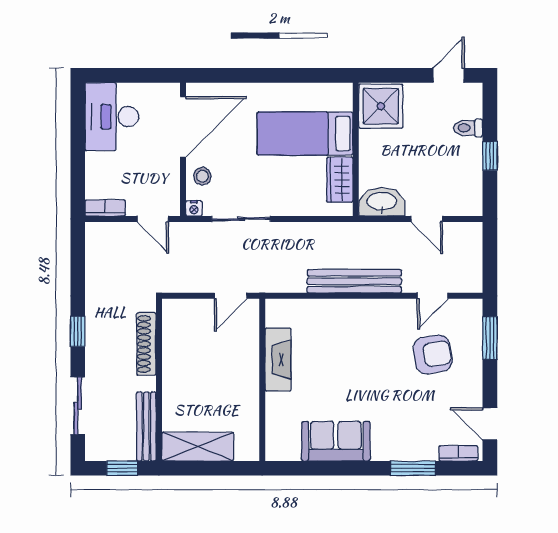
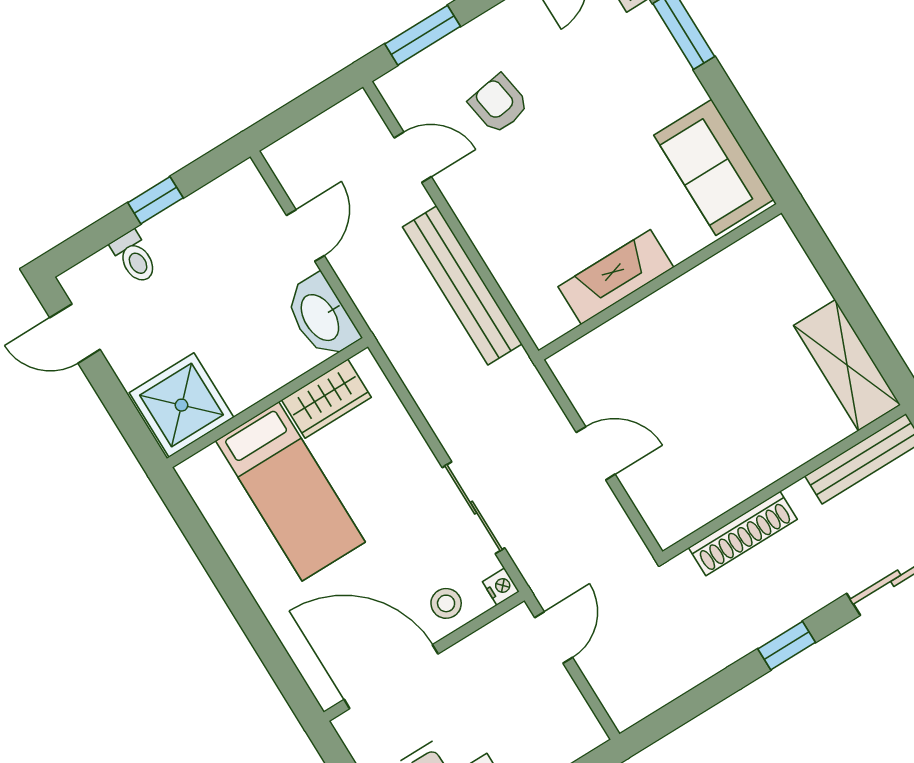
bookcase: (105, 208) -> (581, 717), removed
armchair: (433, 354) -> (499, 104), width x0.72, depth x0.72
fireplace: (278, 360) -> (616, 277), moved
wall: (262, 380) -> (660, 282), moved

